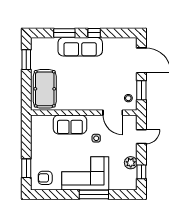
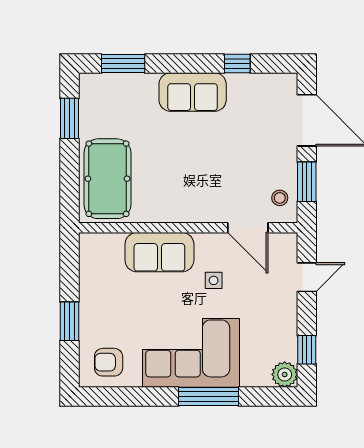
window: (64, 33) -> (123, 64), moved
window: (94, 33) -> (237, 64), moved
sofa: (80, 47) -> (193, 92), width x0.73
plant: (131, 163) -> (285, 374), moved
window: (26, 168) -> (69, 321), moved

